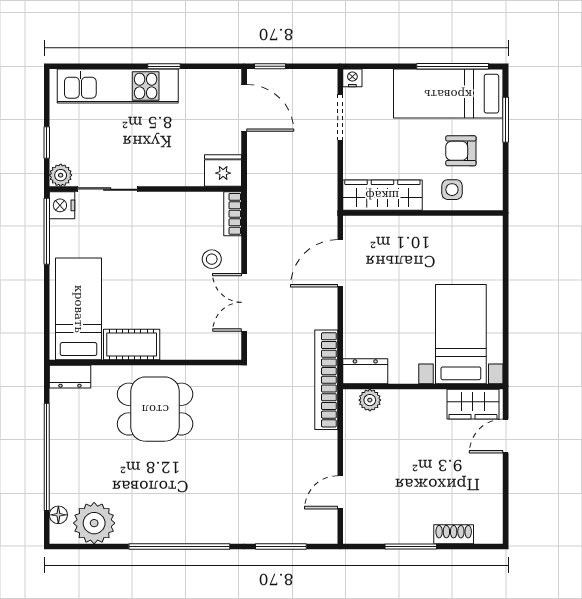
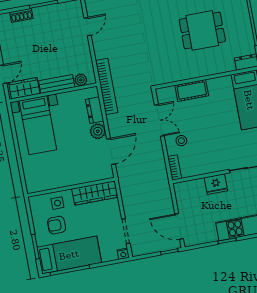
armchair: (461, 151) -> (57, 225), turned 180
fridge: (223, 170) -> (216, 184), moved
plant: (357, 303) -> (98, 131), added
cot: (132, 345) -> (192, 90), moved
dresser: (365, 371) -> (95, 110), moved, turned 90
bench: (414, 401) -> (57, 84), added
dining table: (155, 409) -> (202, 30), moved

